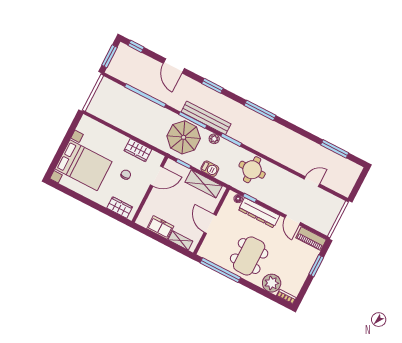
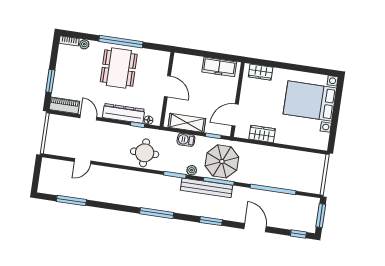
chair: (126, 175) -> (266, 106), removed
freezer: (160, 227) -> (219, 67), width x1.40
shelving: (180, 240) -> (191, 60), removed
window: (220, 270) -> (121, 42), moved
plant: (272, 283) -> (84, 44), width x0.53, depth x0.53

